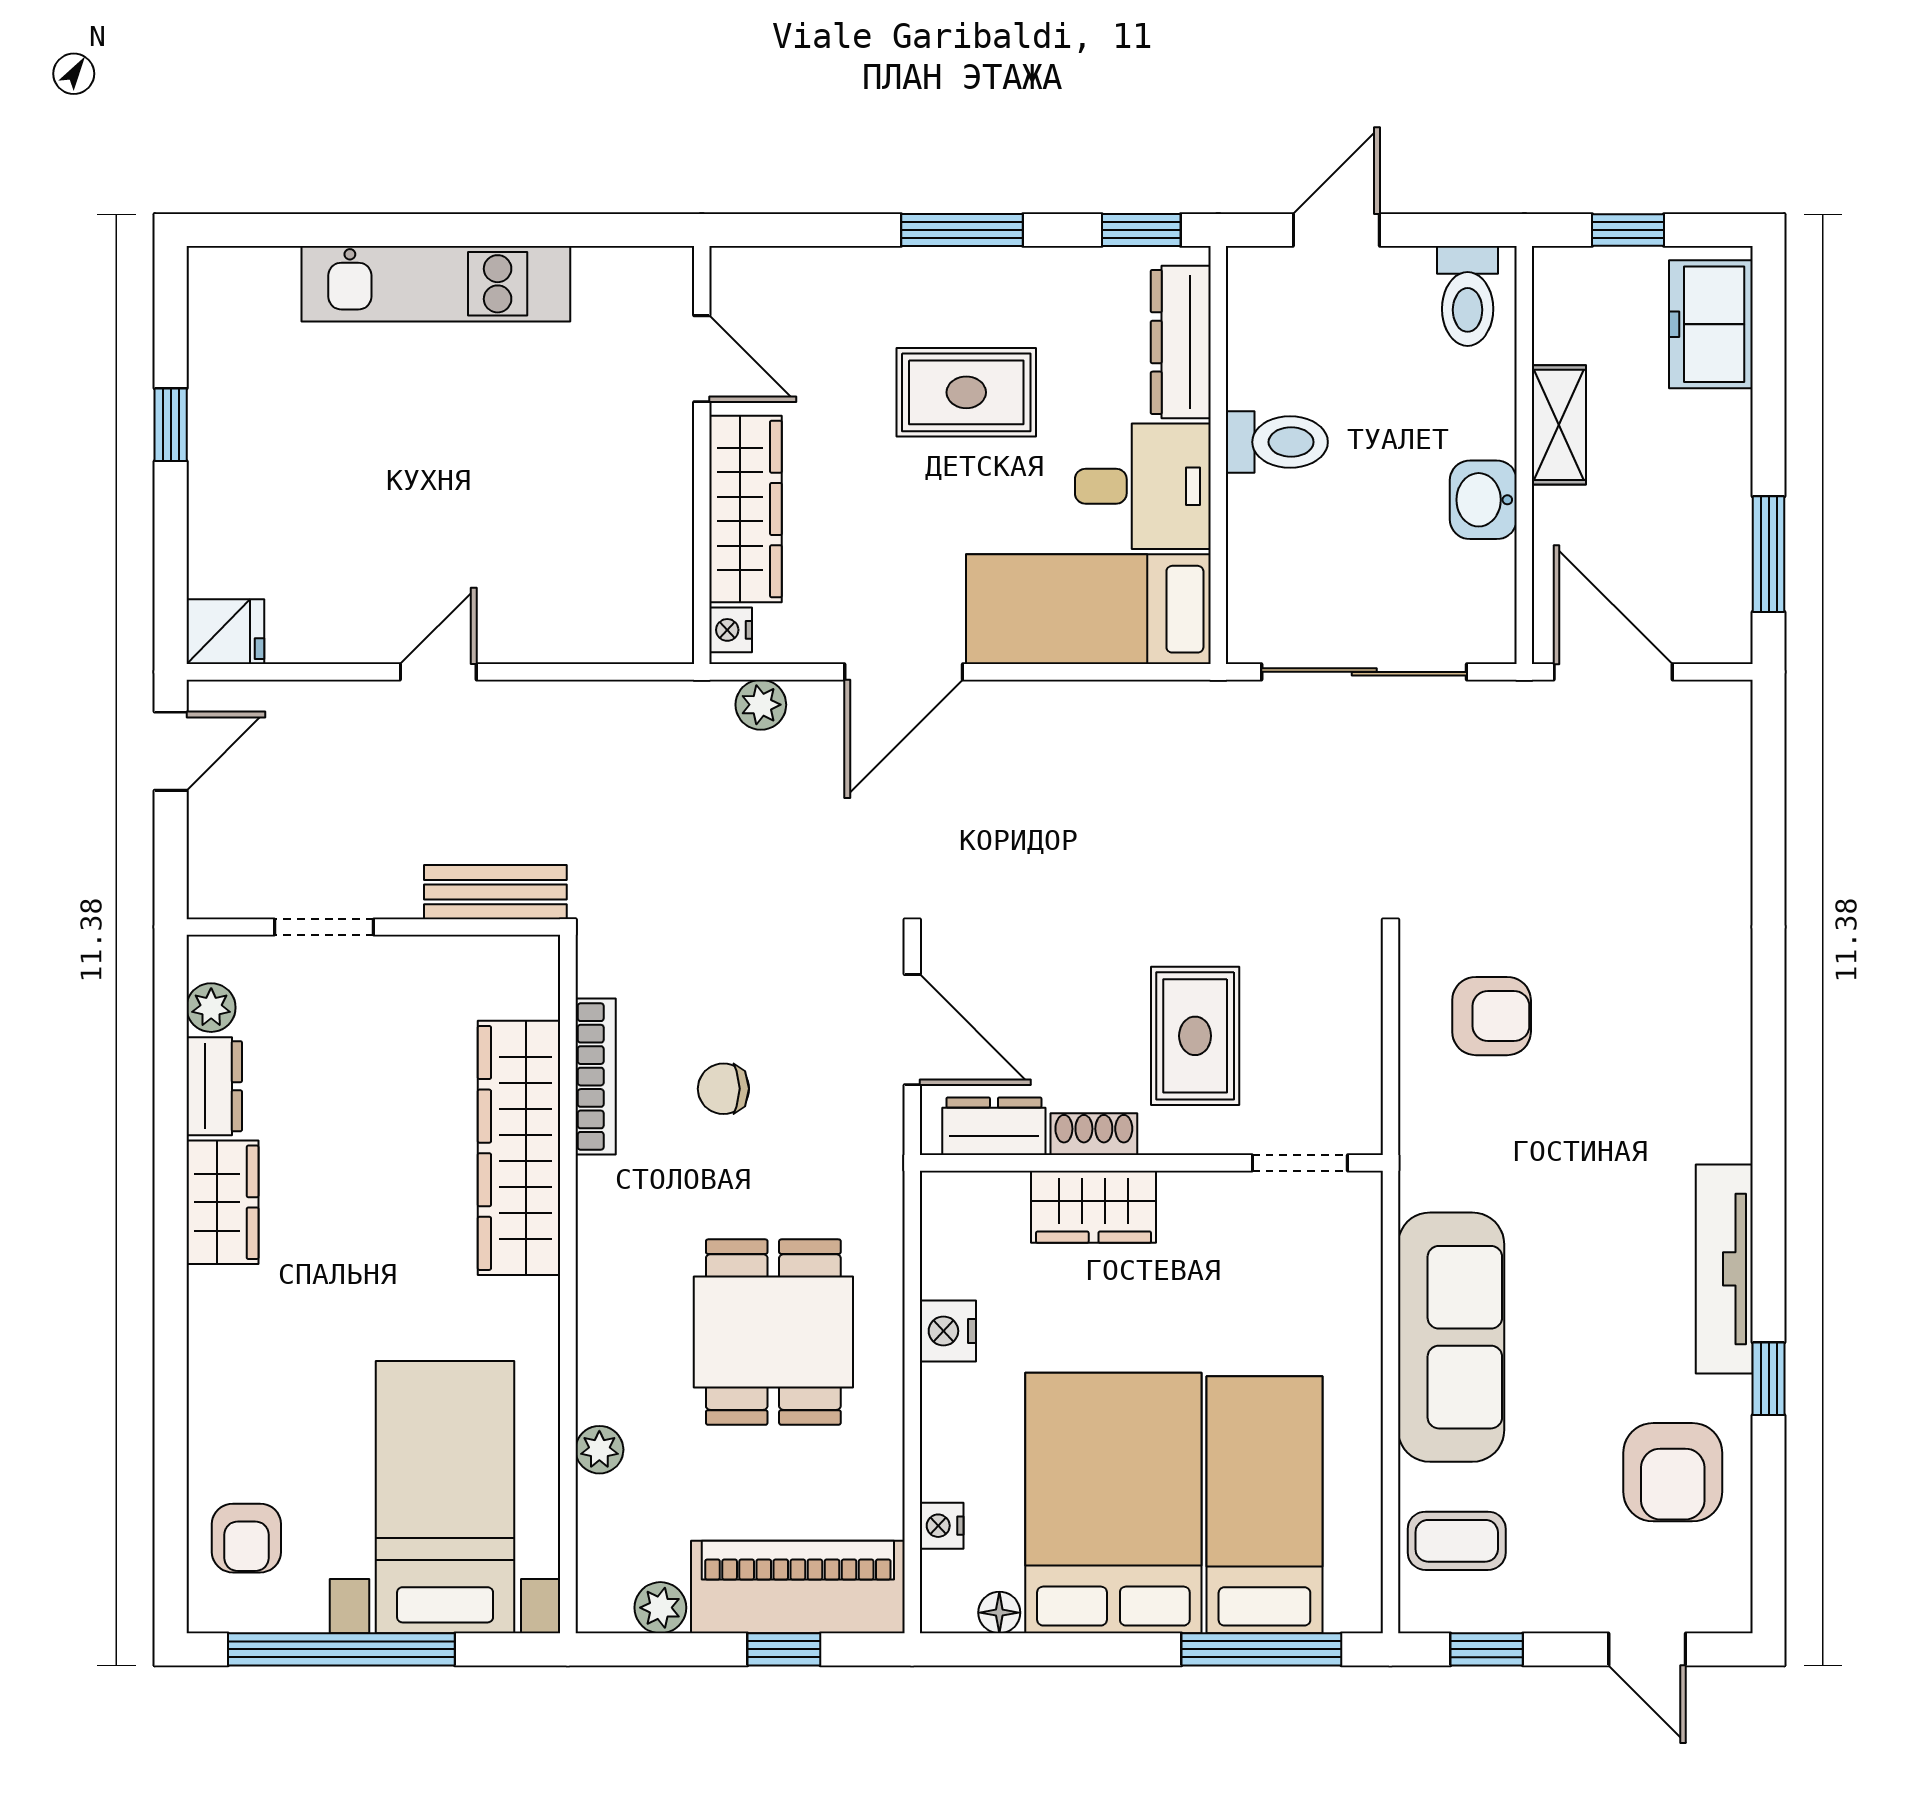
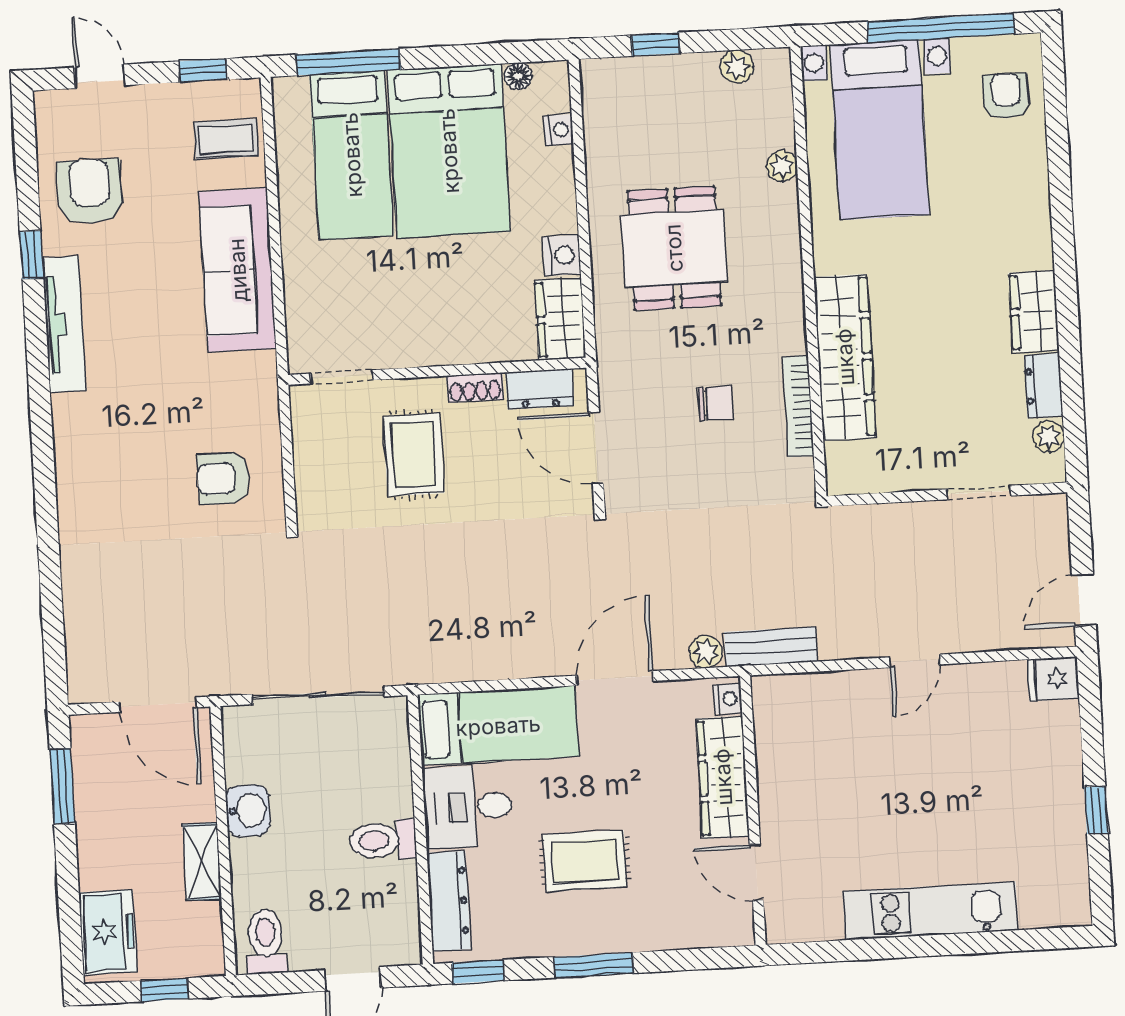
bench: (495, 892) -> (771, 647), moved
wardrobe: (1094, 1207) -> (560, 319), moved, turned -90
piano: (798, 1587) -> (649, 85), removed

